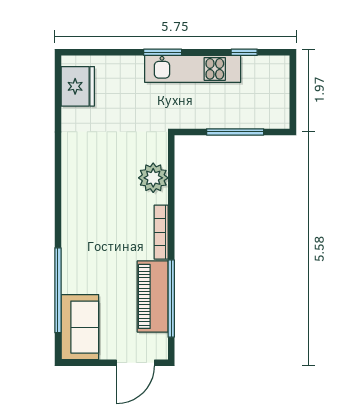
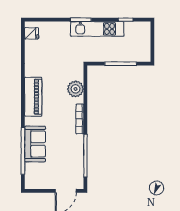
fridge: (78, 86) -> (32, 33), width x0.53, depth x0.75
piano: (153, 296) -> (33, 97), moved, turned 180
sofa: (80, 327) -> (35, 144), moved

